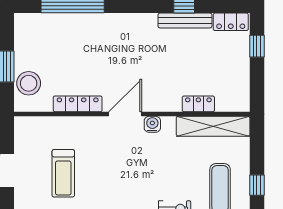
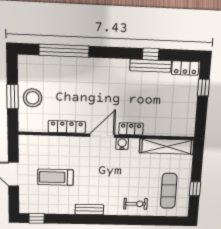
stool: (29, 83) -> (33, 98), moved
locker: (198, 104) -> (131, 129), moved
treadmill: (63, 173) -> (55, 177), turned 90

